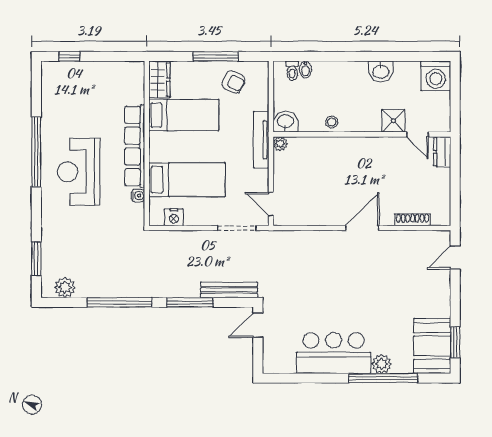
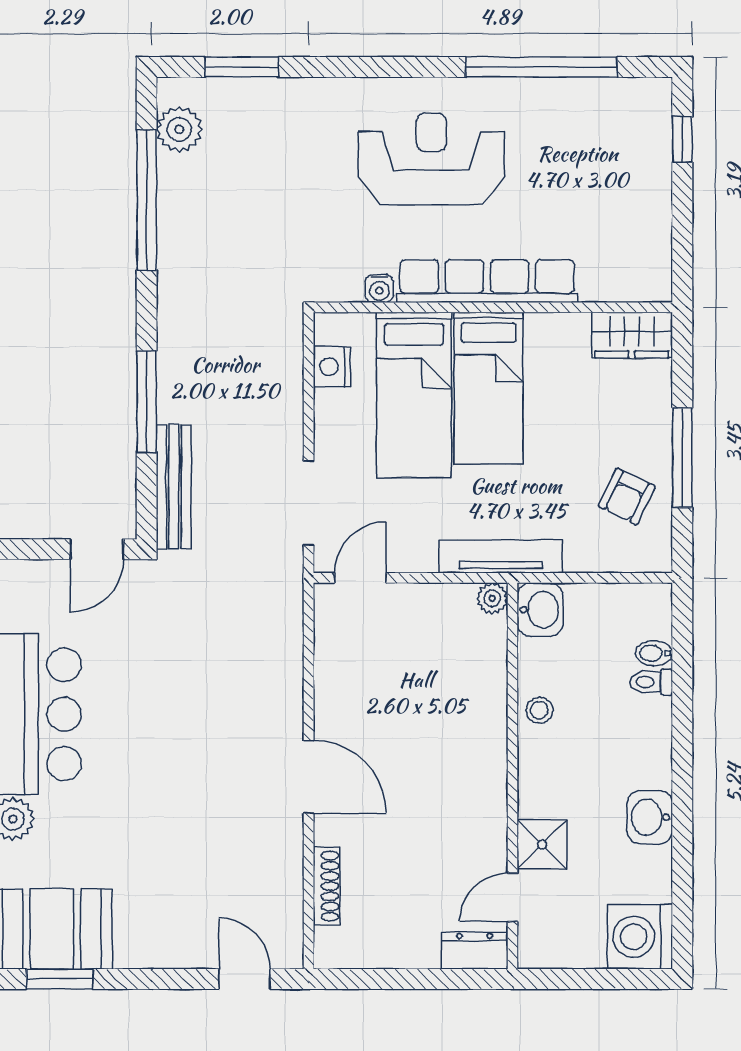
toilet: (292, 71) -> (651, 682), moved
bed: (184, 115) -> (489, 388), moved
window: (36, 152) -> (541, 67), moved
window: (120, 302) -> (147, 200), moved
door: (258, 325) -> (97, 549), swing flipped

